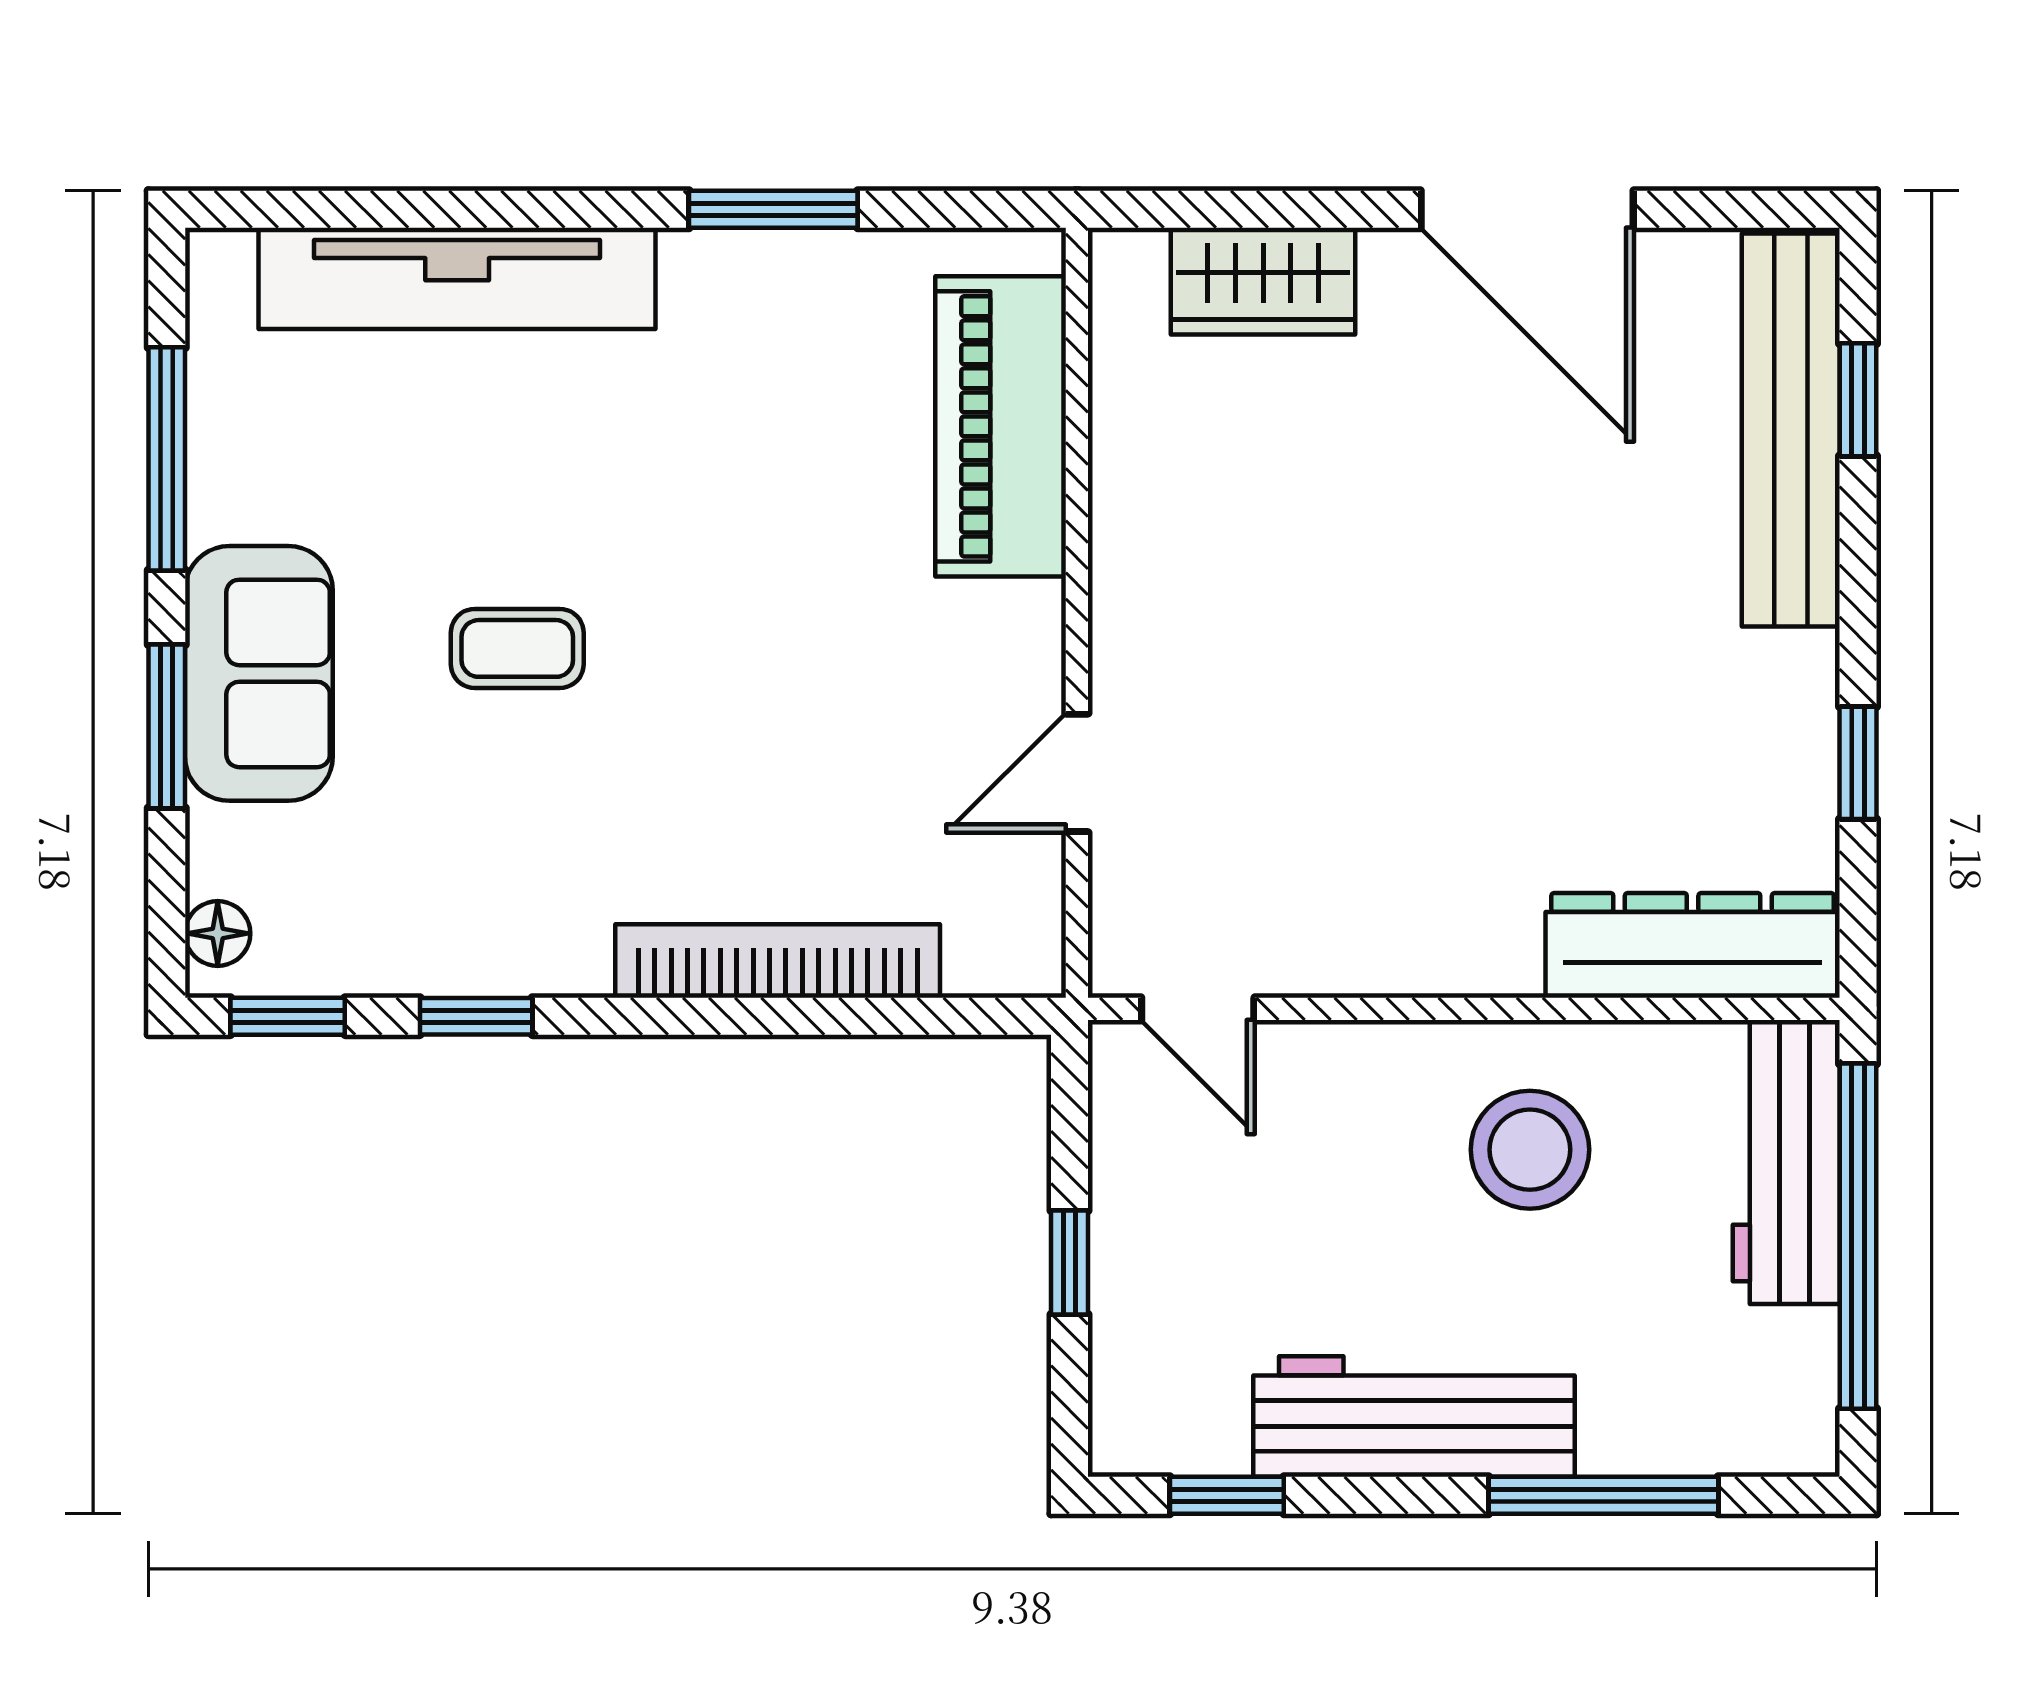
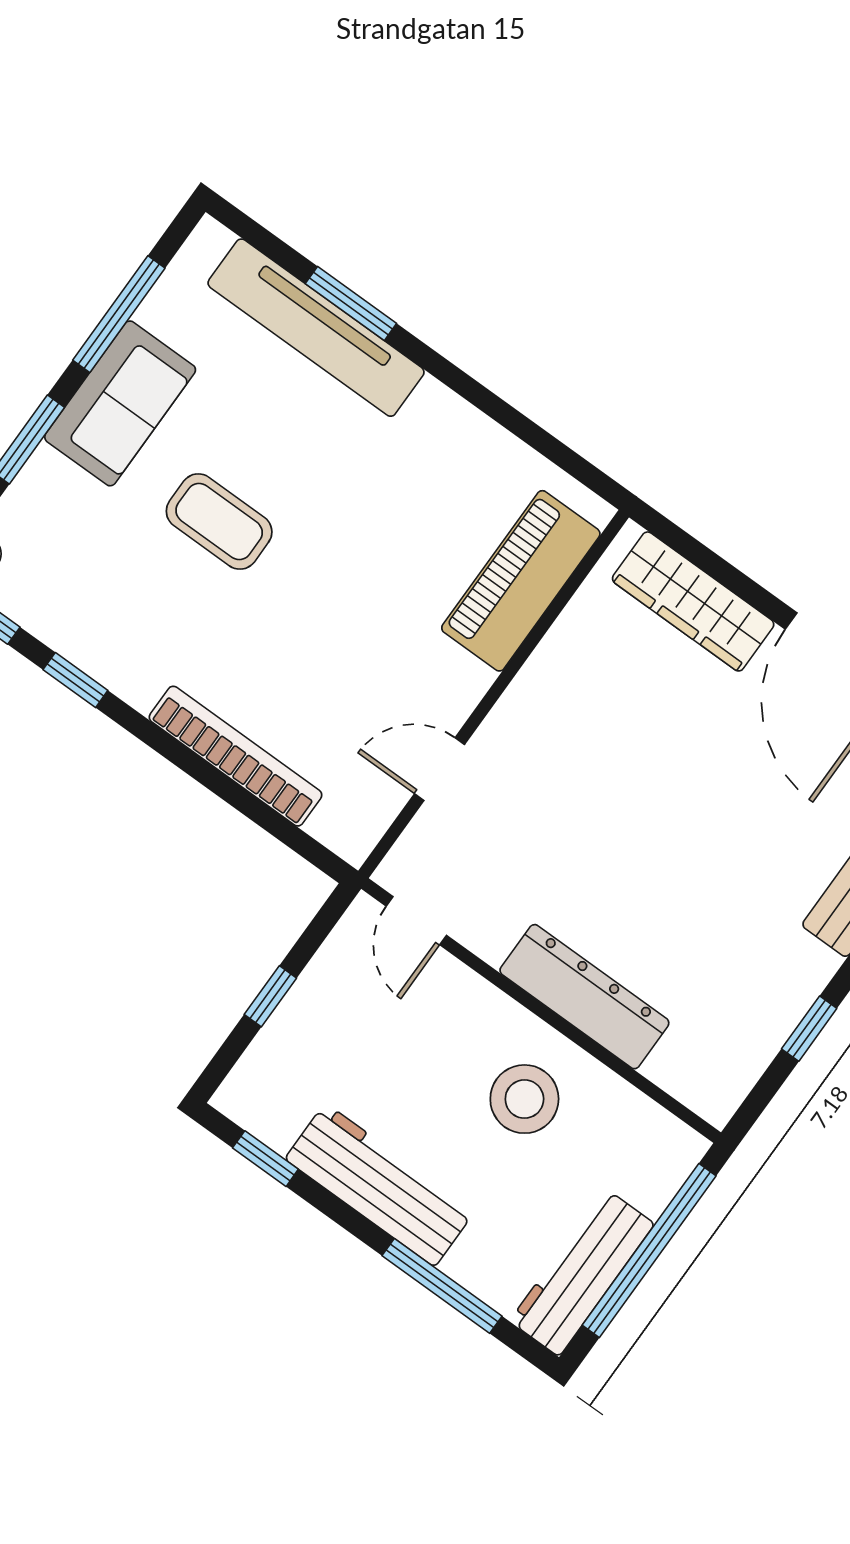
window: (773, 209) -> (351, 303), moved
wardrobe: (1263, 281) -> (693, 601), width x1.50
coffee table: (517, 648) -> (219, 521), width x1.36, depth x1.30
sofa: (259, 673) -> (120, 403), moved
dresser: (1693, 945) -> (584, 997), moved
workbench: (1786, 1162) -> (582, 1272), moved

